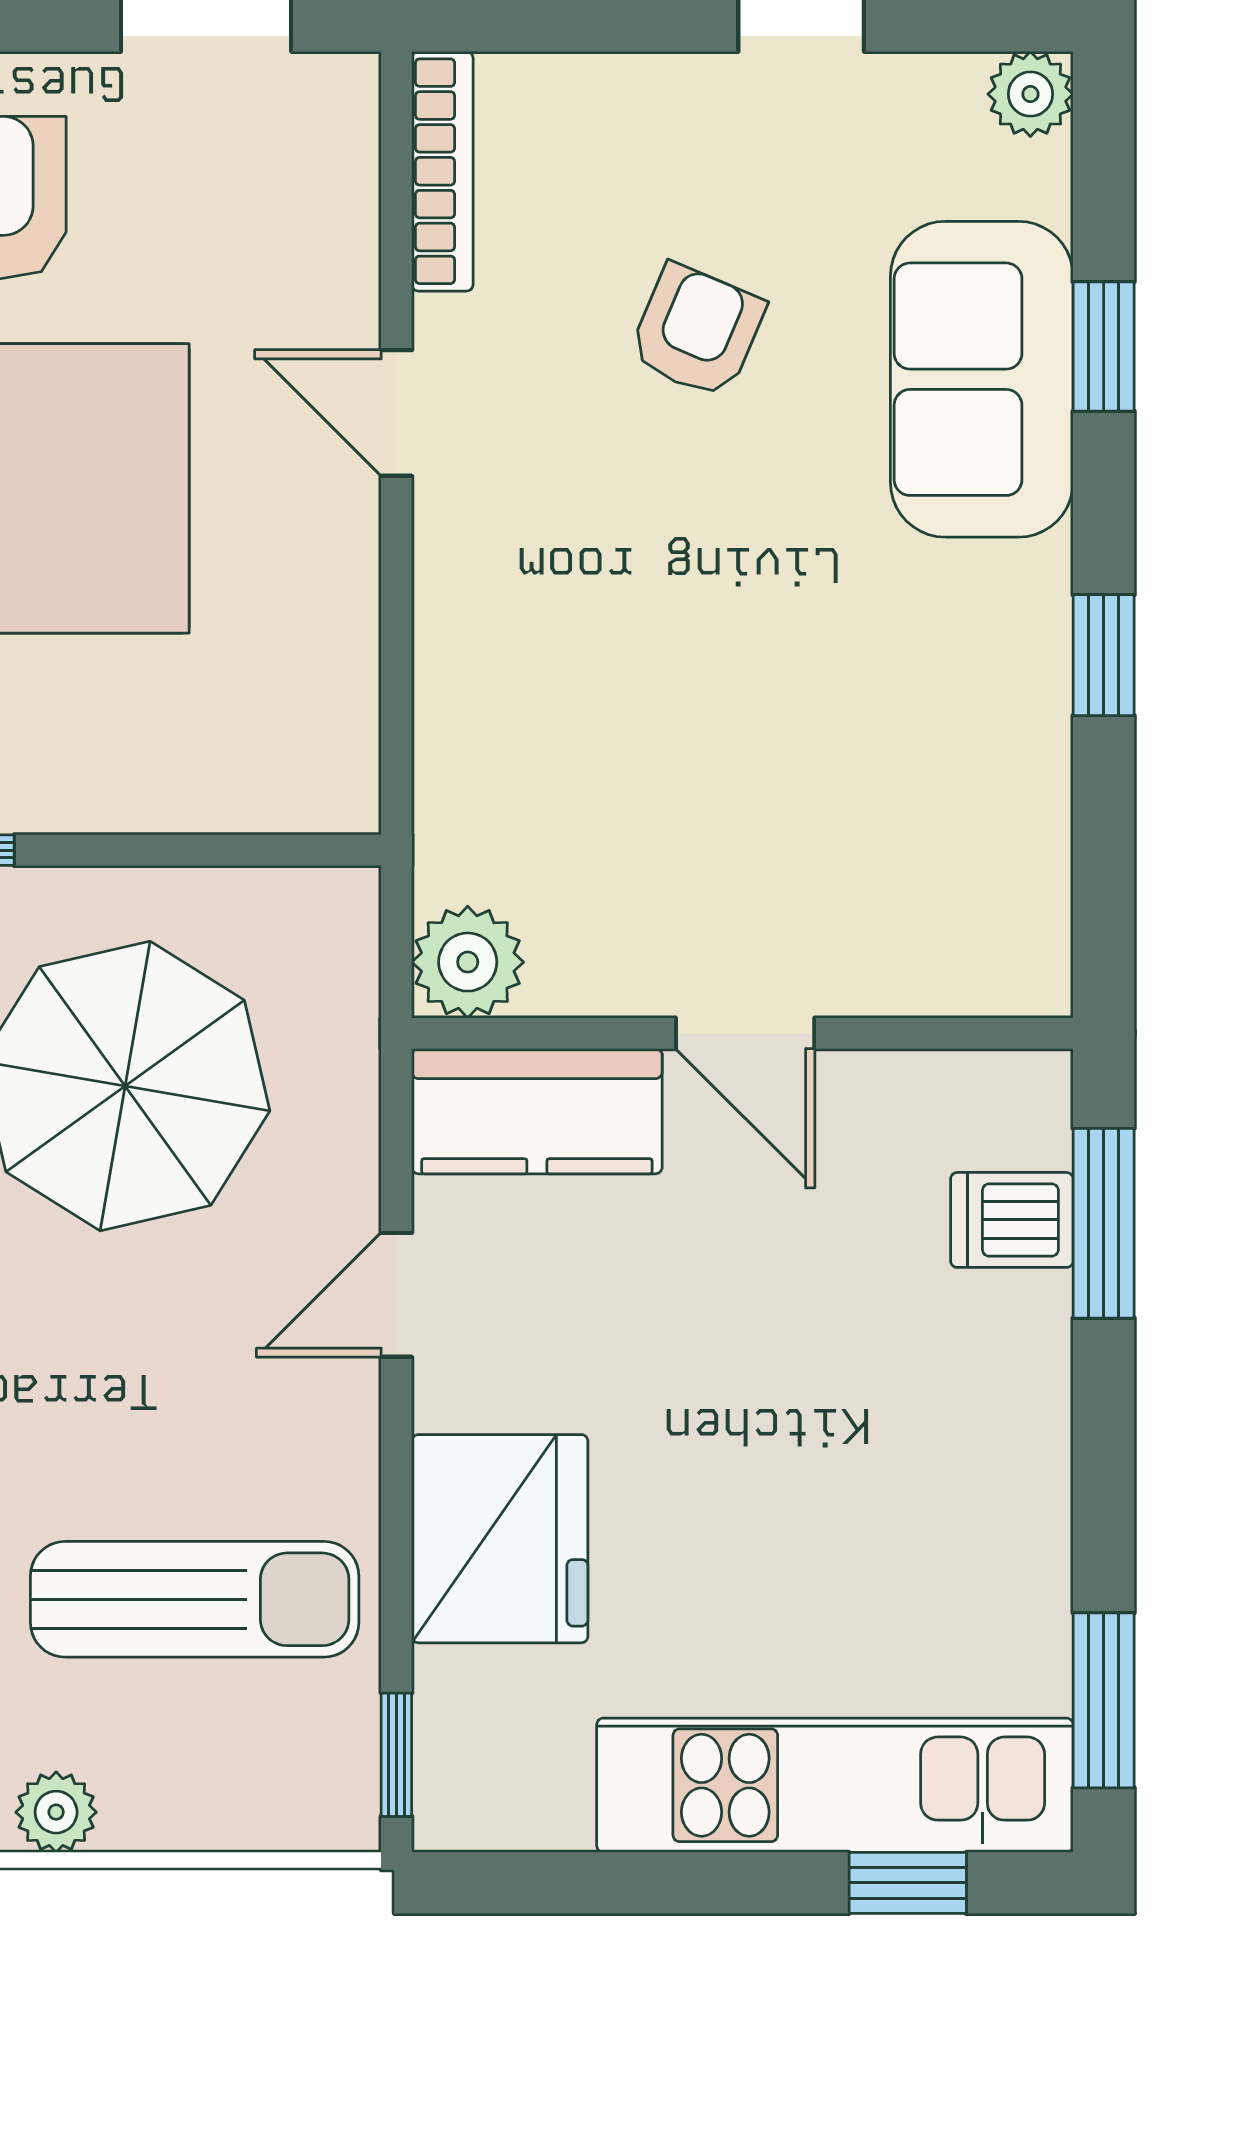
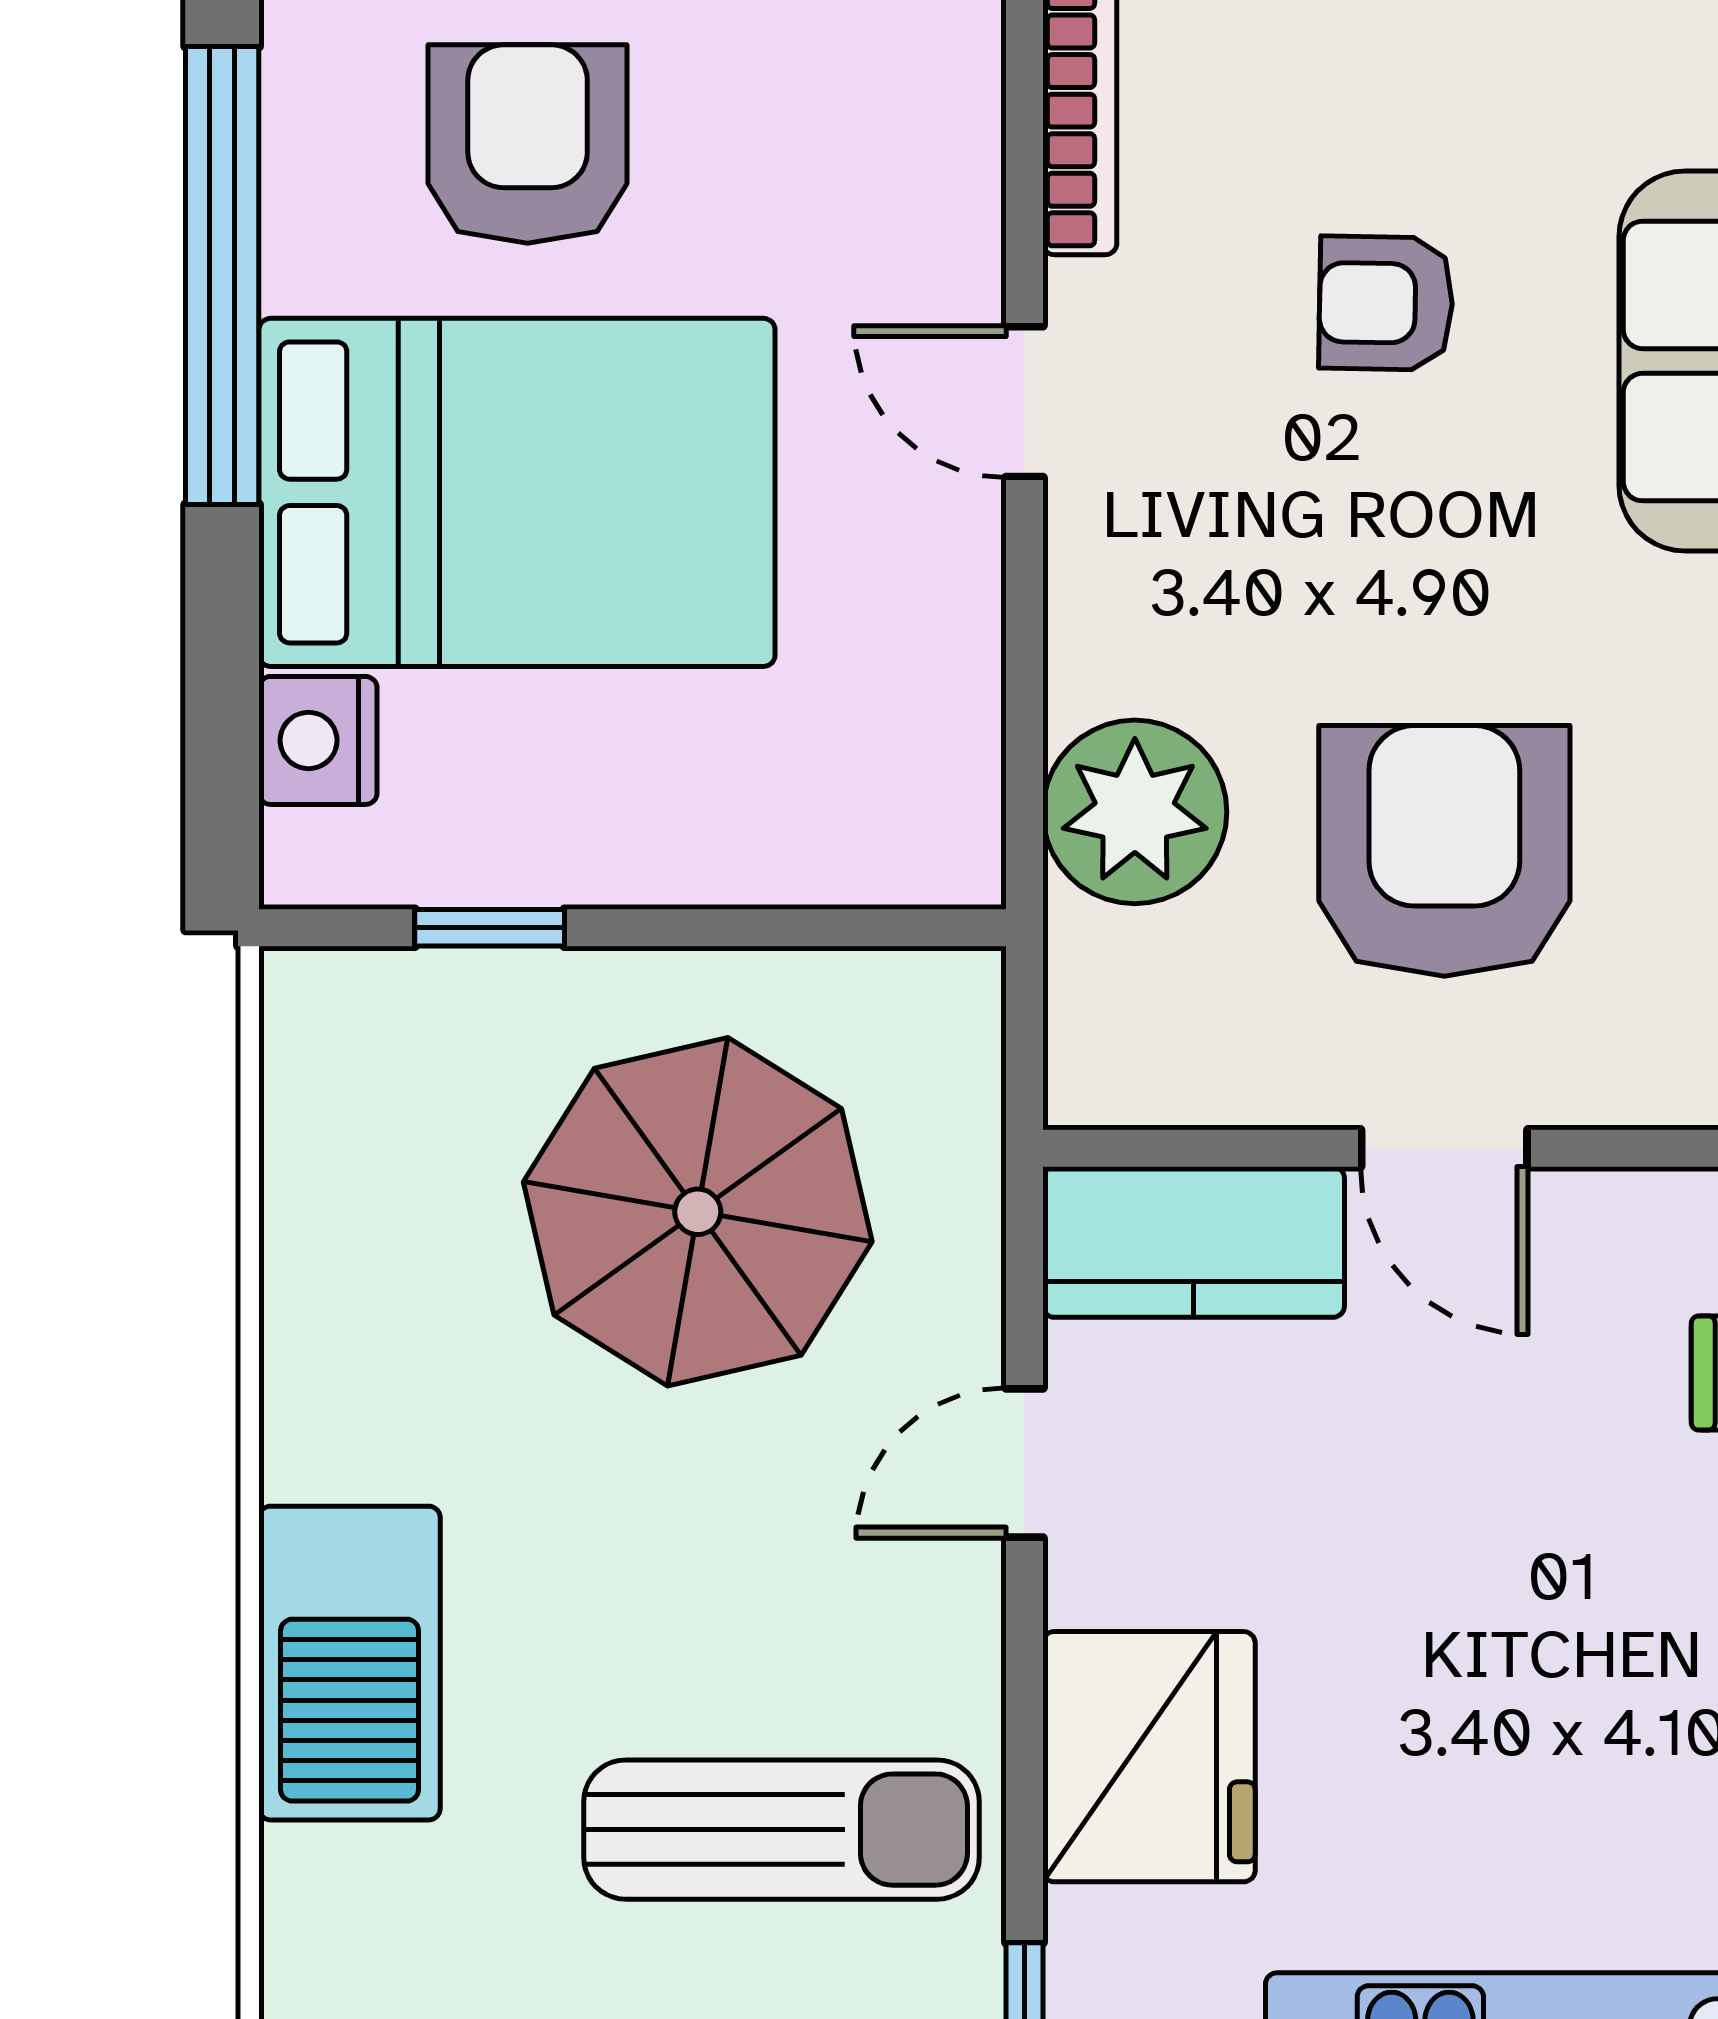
armchair: (697, 331) -> (1386, 303), turned -112
armchair: (745, 786) -> (1444, 851), added
plant: (468, 962) -> (1135, 812), moved, width x1.36, depth x1.36

